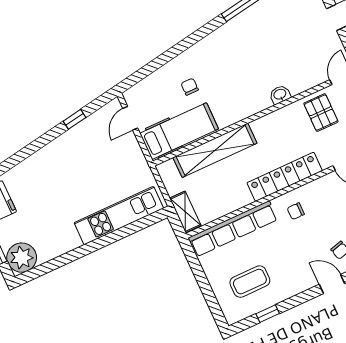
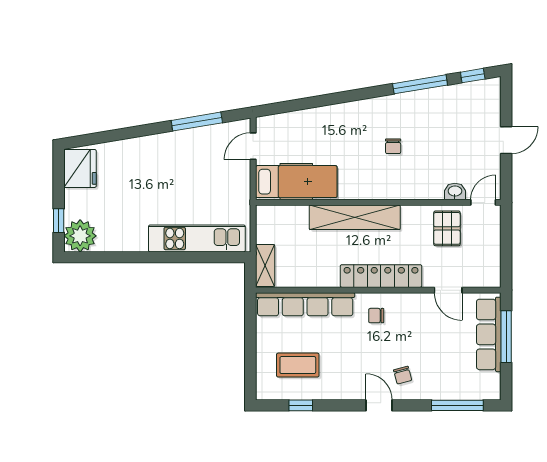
chair: (190, 87) -> (393, 146), moved, turned 180
washbasin: (280, 95) -> (455, 192), moved
window: (74, 119) -> (197, 122), width x2.17
shelving: (215, 150) -> (355, 217), moved

